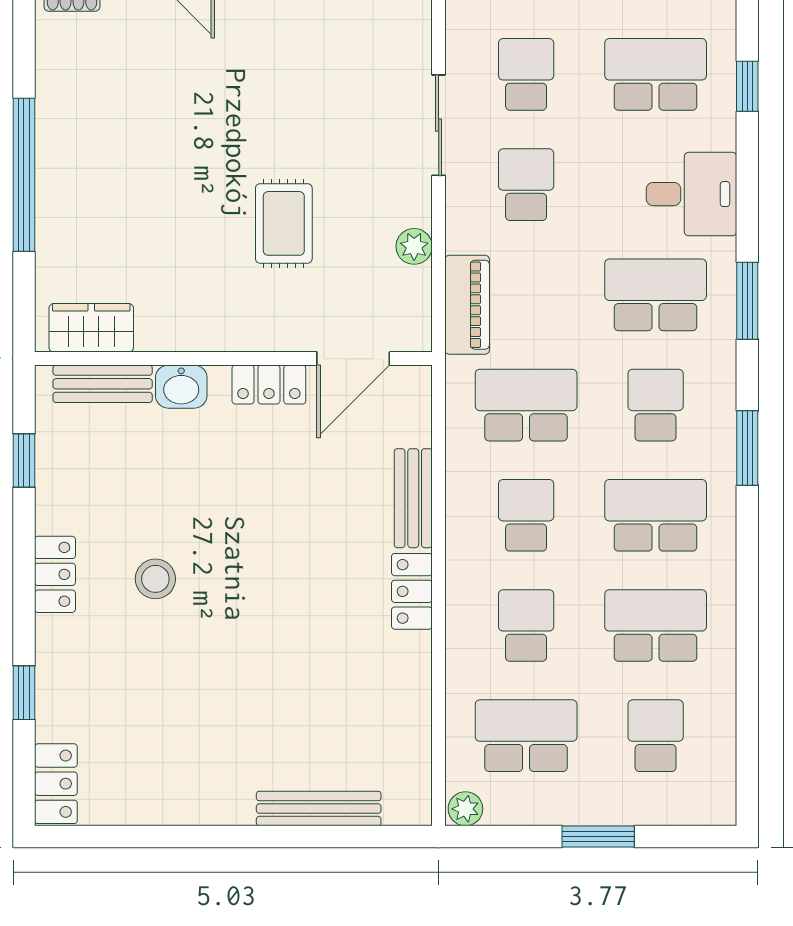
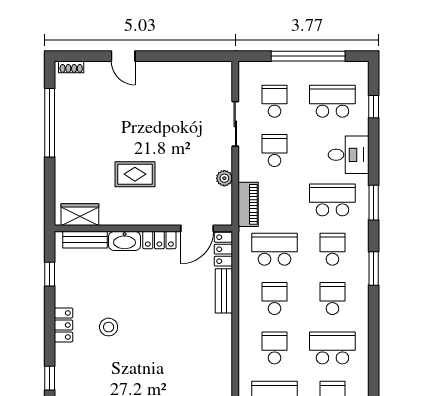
window: (24, 175) -> (50, 123), moved
rug: (284, 223) -> (135, 174), moved, turned 90
washbasin: (181, 387) -> (125, 241), width x1.38
school desk: (656, 515) -> (332, 299), width x0.54
locker: (412, 591) -> (223, 249), moved

